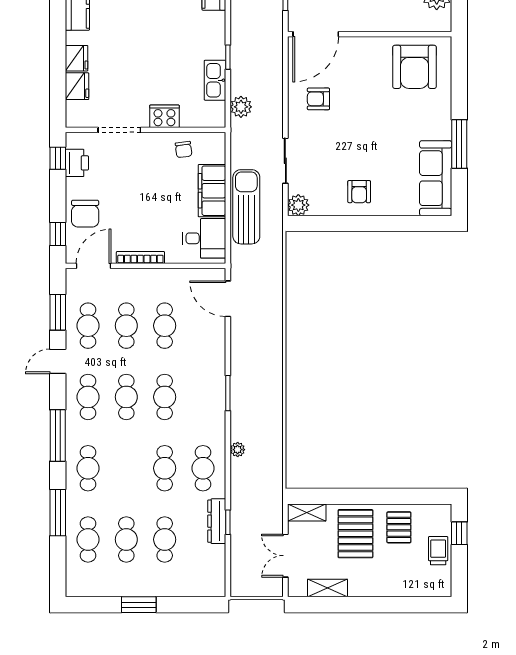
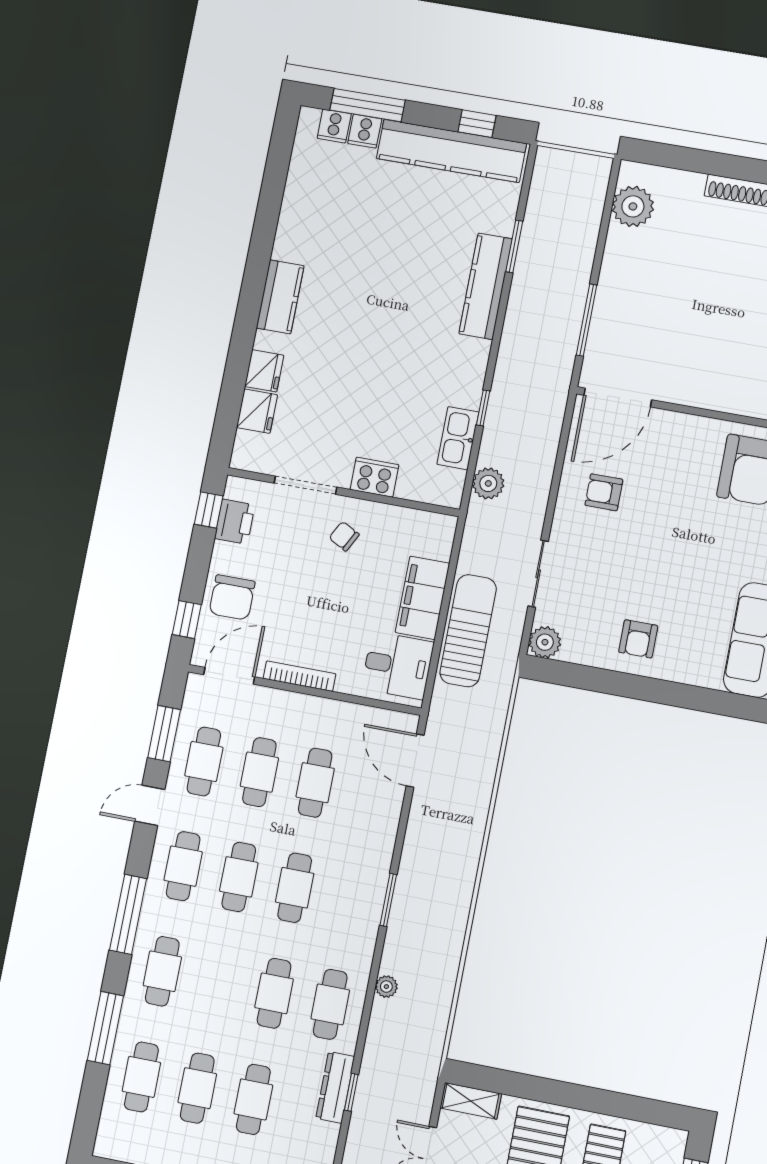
chair: (184, 150) -> (344, 536), moved, turned 125

